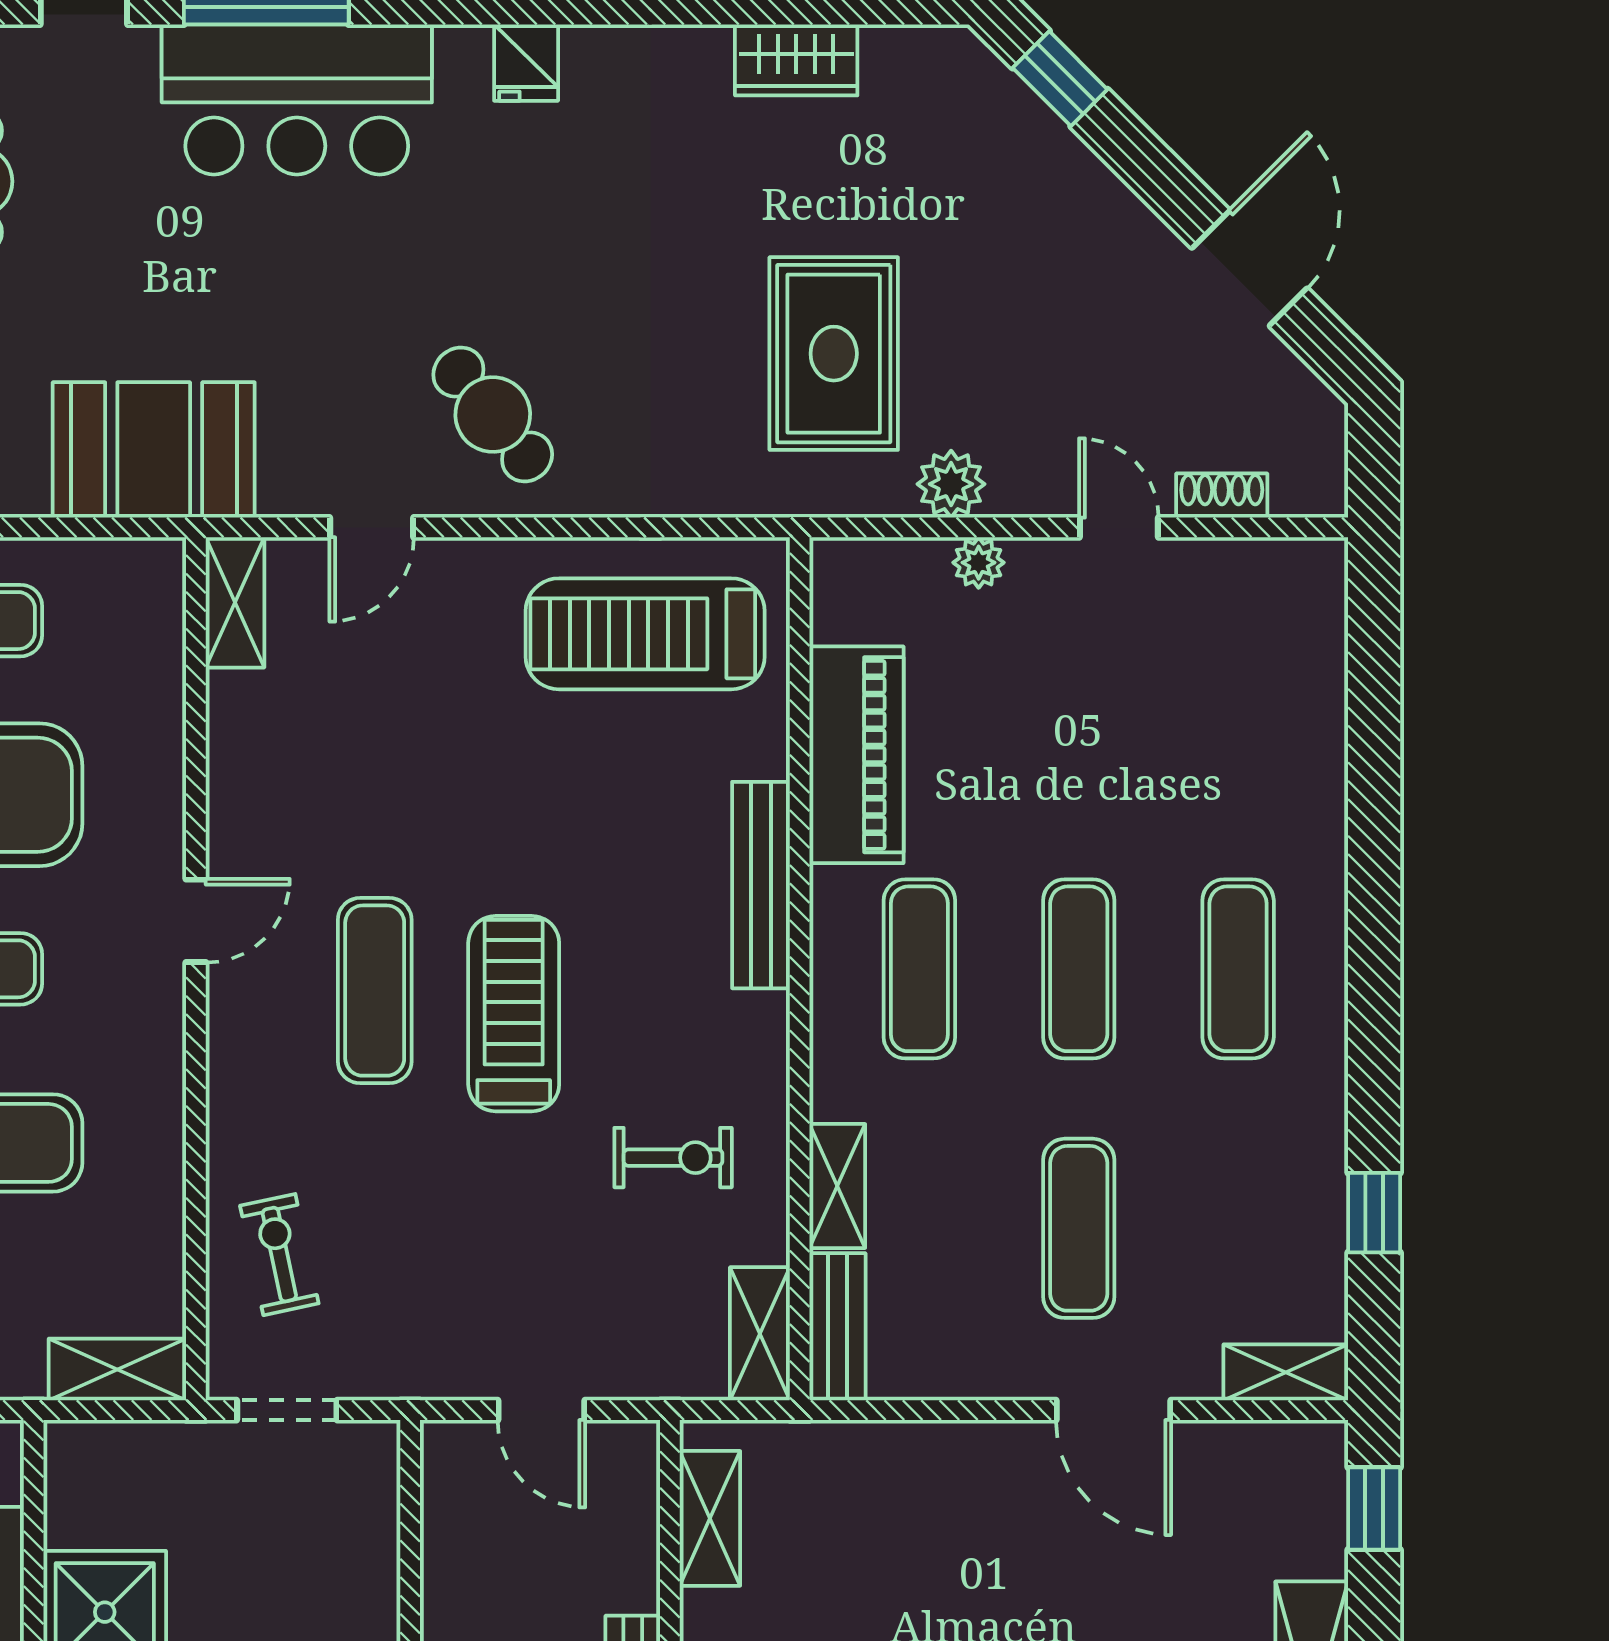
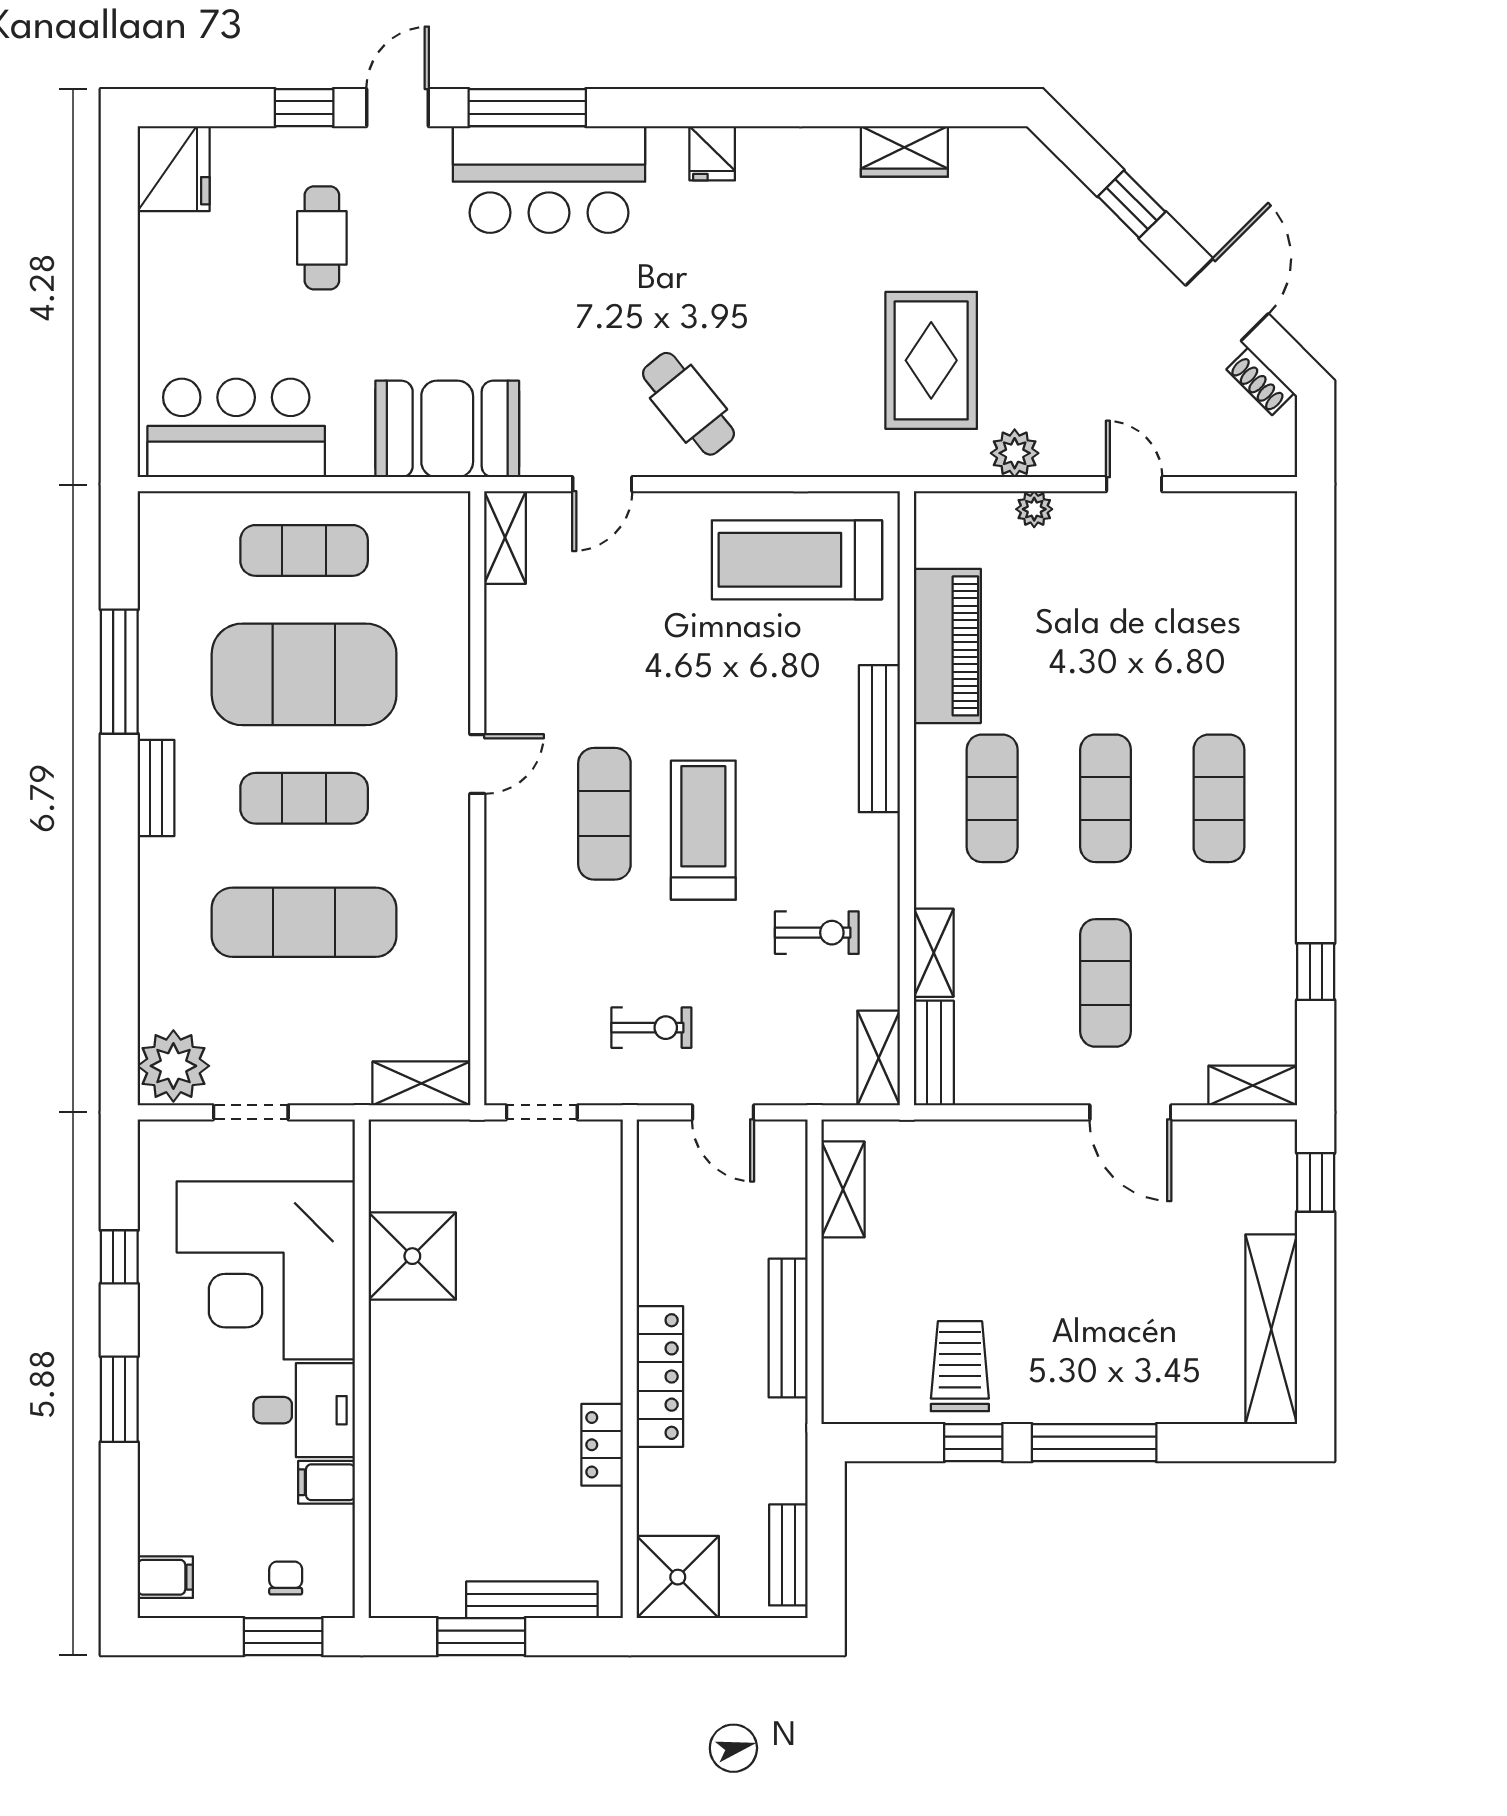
window: (1060, 79) -> (1132, 204), moved
shoe rack: (1222, 496) -> (1260, 381), moved, turned -135
exercise bike: (279, 1255) -> (651, 1028), moved, turned 102

